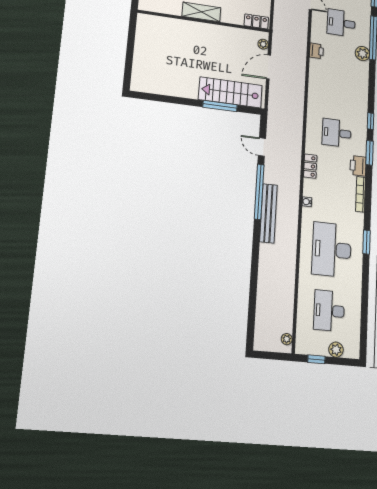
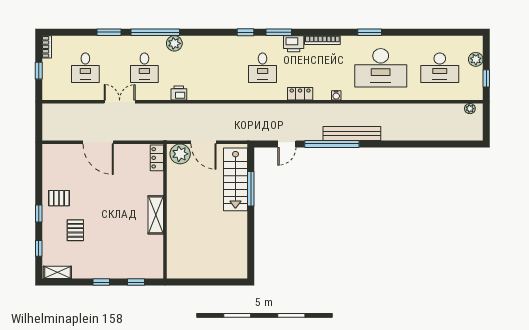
plant: (263, 44) -> (180, 154), width x1.88, depth x1.88

